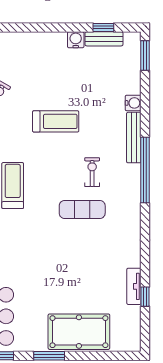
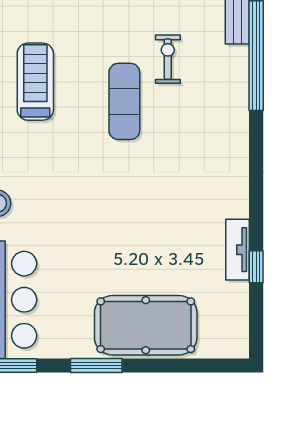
exercise mat: (82, 209) -> (124, 101), moved, turned 90

